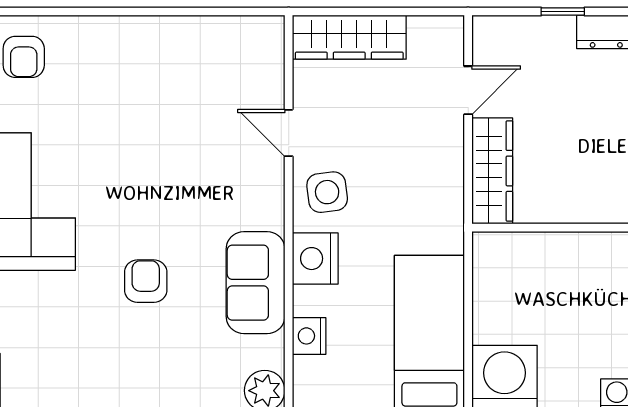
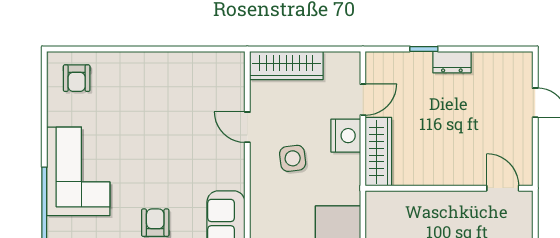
side table: (327, 192) -> (293, 158), moved
nightstand: (315, 259) -> (346, 136), moved, turned 180

